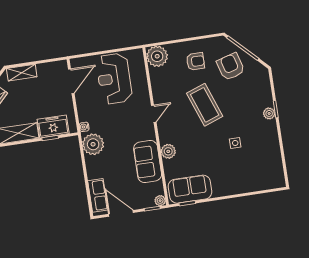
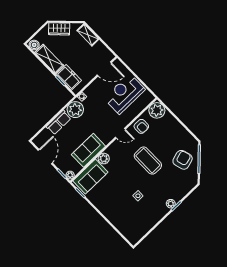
armchair: (195, 61) -> (141, 126), moved
coffee table: (205, 105) -> (148, 161), turned -70
sofa: (190, 189) -> (90, 177), moved, turned 90
row of seats: (98, 195) -> (59, 123), moved

